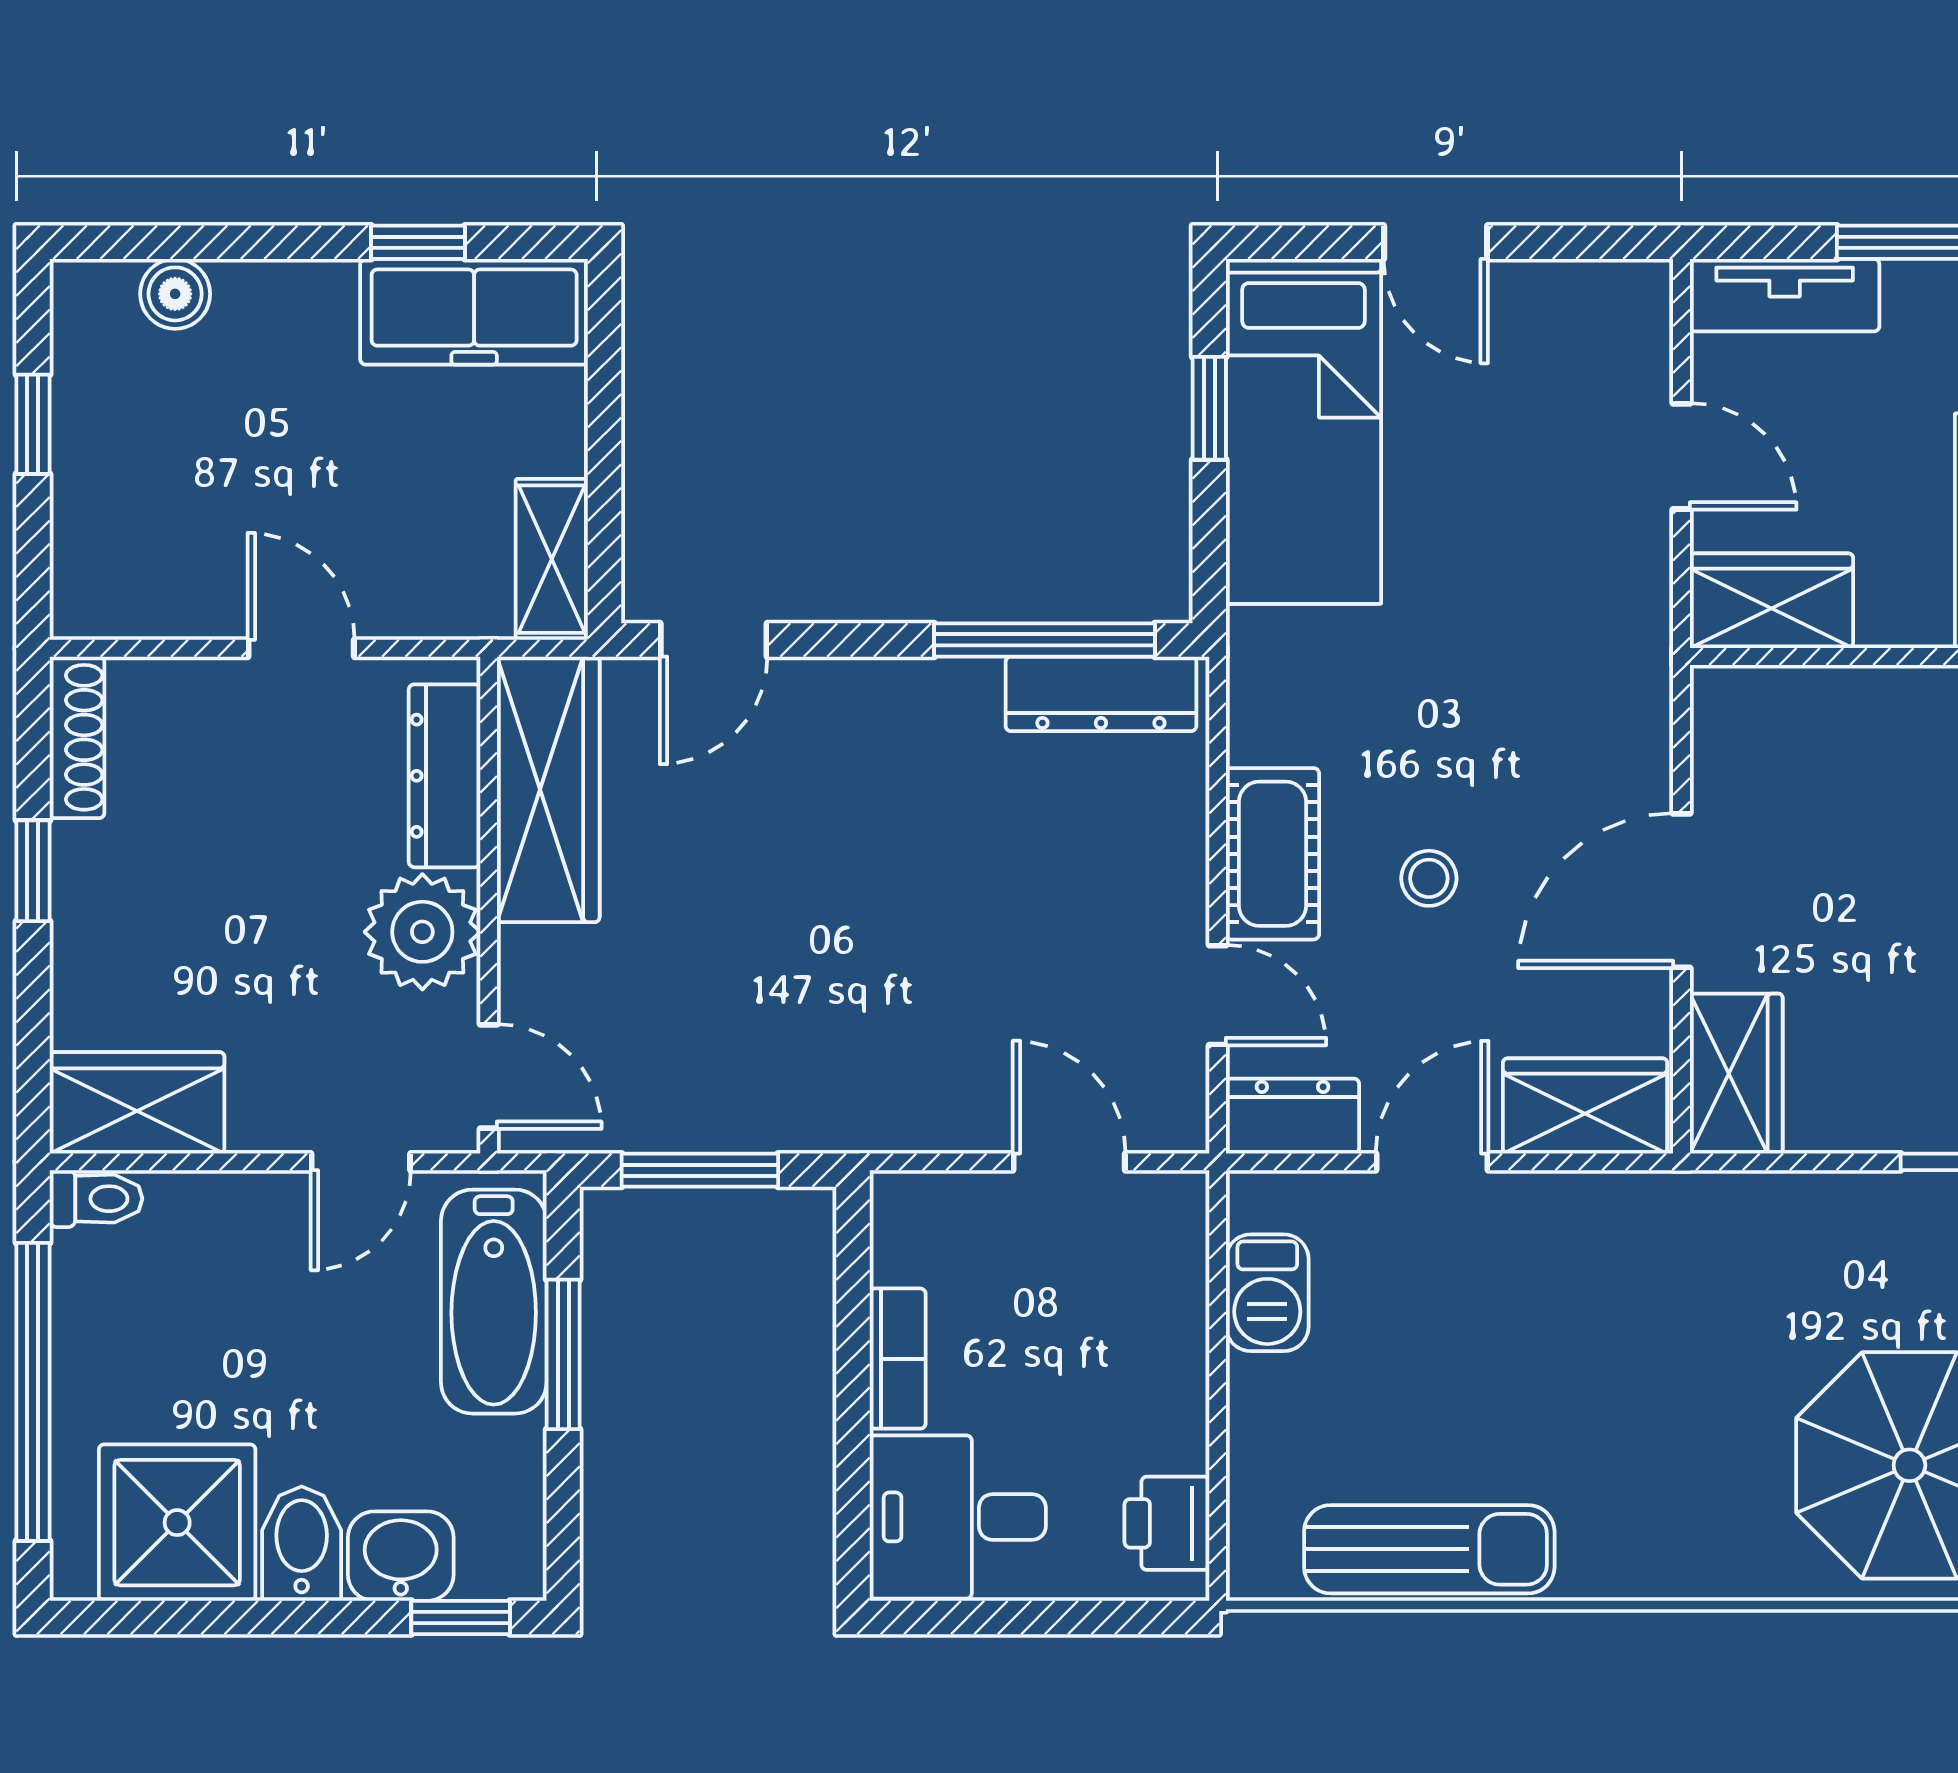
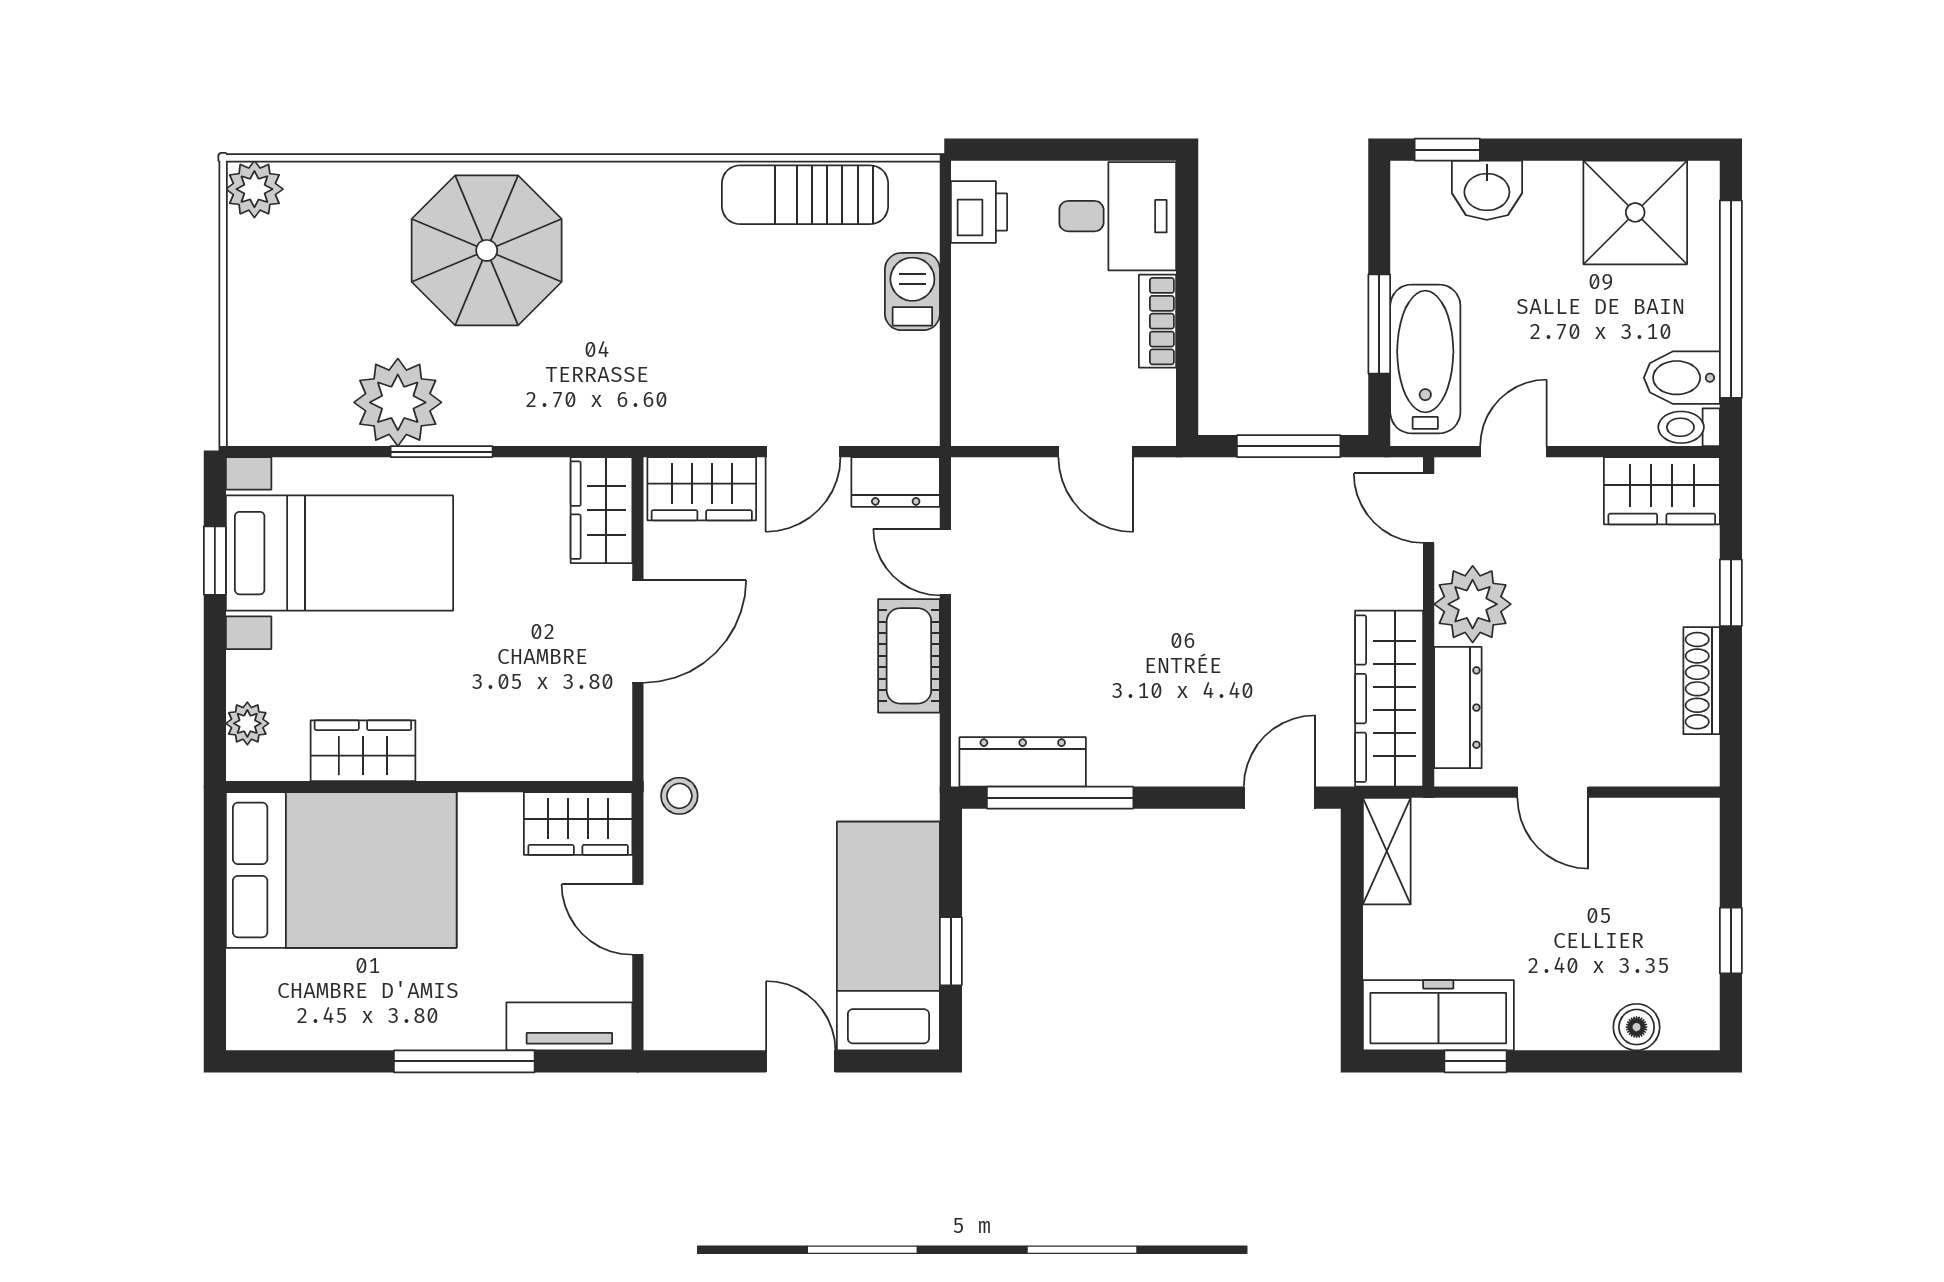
shoe rack: (77, 737) -> (1702, 681), moved
window: (33, 871) -> (1731, 593), moved
stool: (1429, 878) -> (679, 796), moved
door: (1069, 1162) -> (1096, 452), moved
barbecue: (1267, 1293) -> (912, 292), moved
bidet: (302, 1544) -> (1682, 378), moved, turned 90

